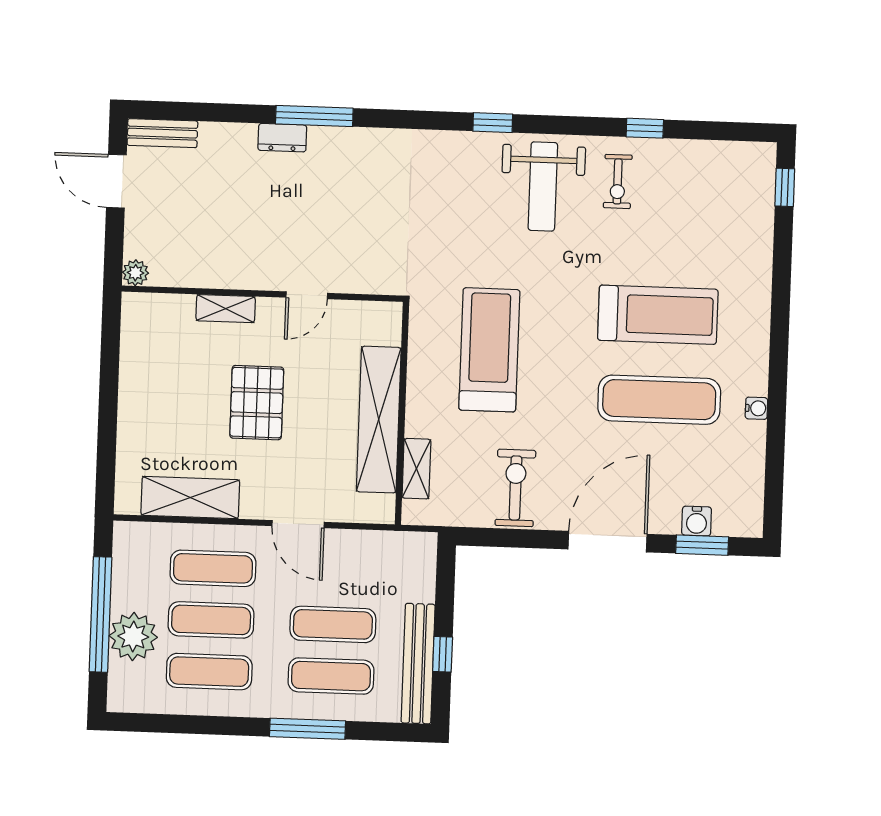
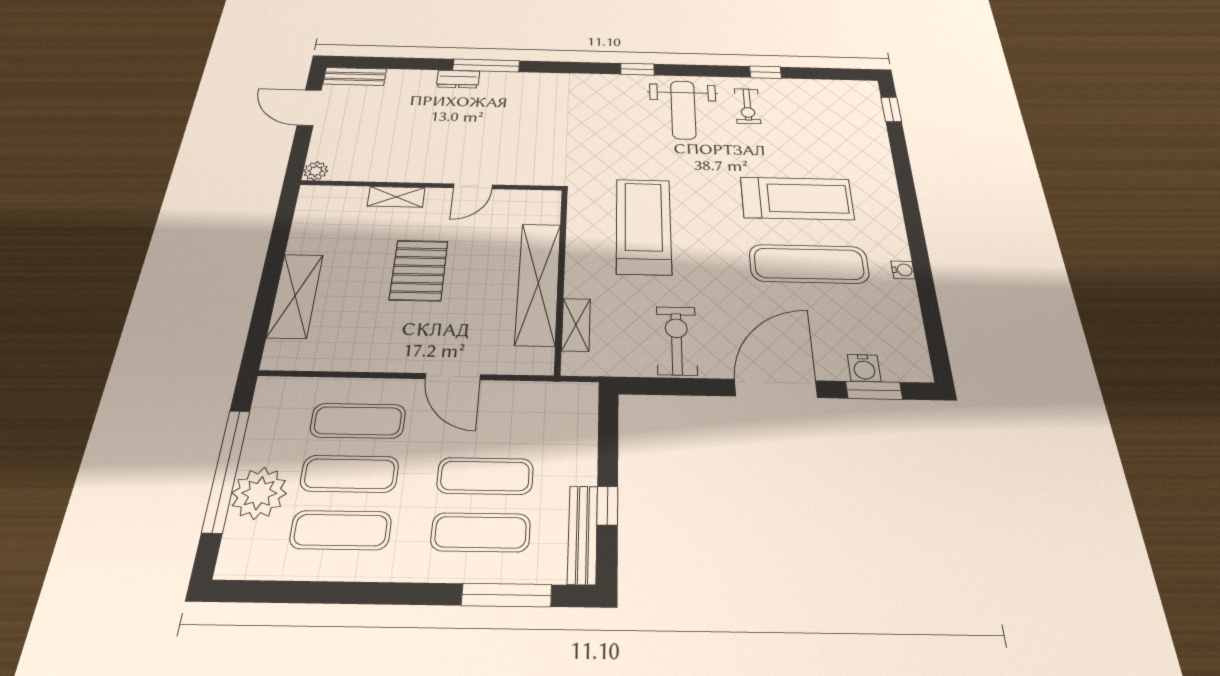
shelving: (190, 497) -> (295, 296), moved, turned 90
bench: (418, 664) -> (583, 534), width x0.73, depth x0.82
window: (308, 729) -> (507, 595), moved

